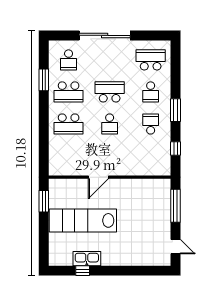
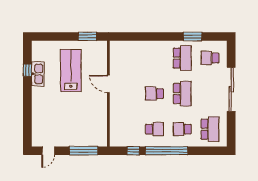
school desk: (69, 92) -> (182, 58), turned 180
window: (175, 110) -> (167, 151), width x2.11
school desk: (69, 124) -> (154, 58), removed
lab bench: (83, 220) -> (71, 70), width x0.73

